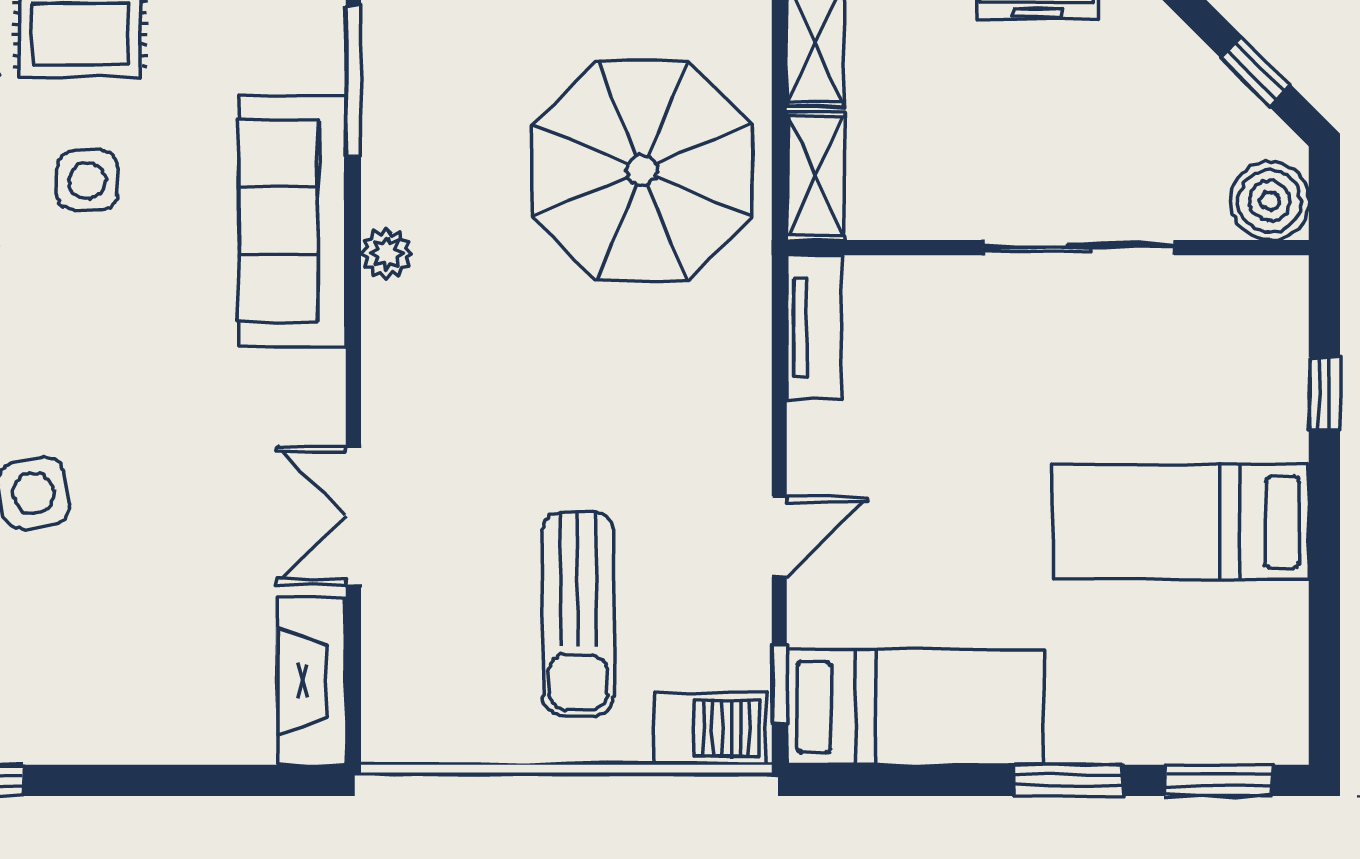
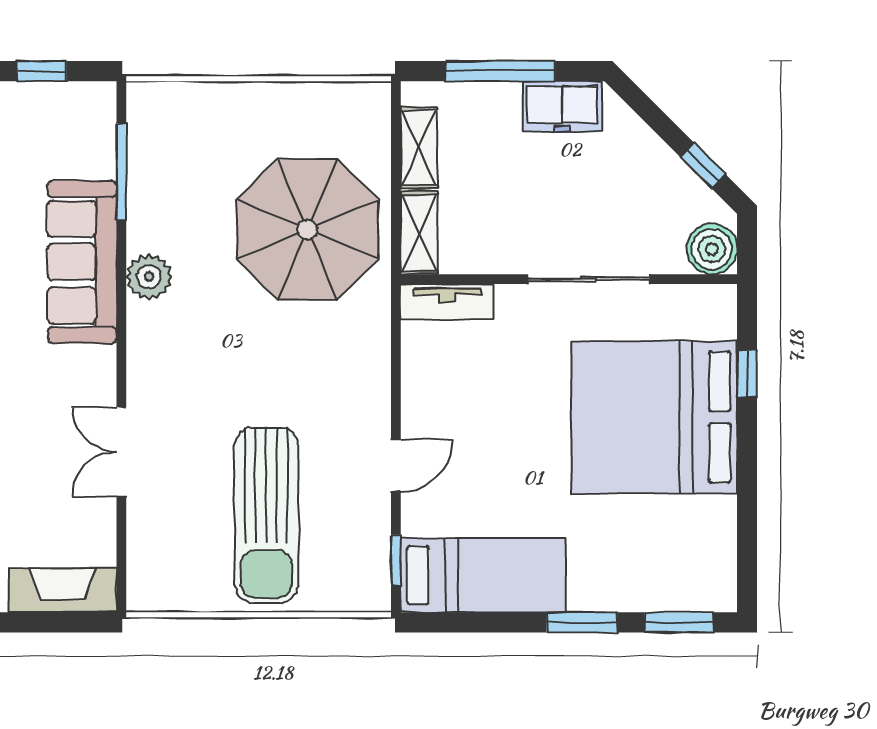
plant: (387, 253) -> (149, 277), width x1.38, depth x1.38
tv unit: (814, 327) -> (447, 302), moved, turned 90
bed: (1180, 522) -> (654, 417), width x2.04
sun lounger: (578, 614) -> (266, 515), width x1.36, depth x1.34
fireplace: (311, 681) -> (63, 590), moved, turned 90
barbecue: (710, 728) -> (351, 589), removed

